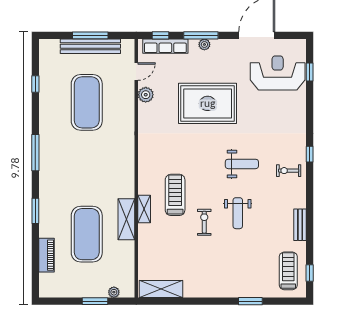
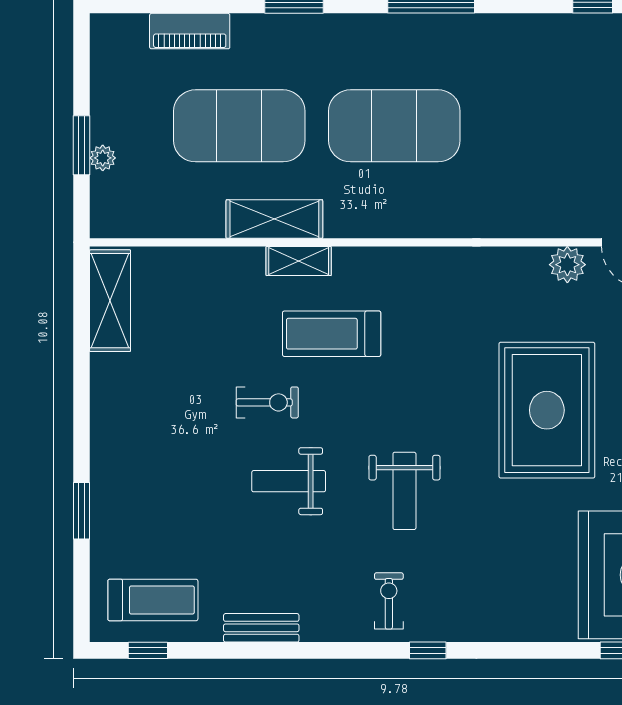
exercise mat: (87, 102) -> (394, 126), moved
treadmill: (175, 195) -> (332, 334), turned 180
plant: (114, 292) -> (103, 158), moved

